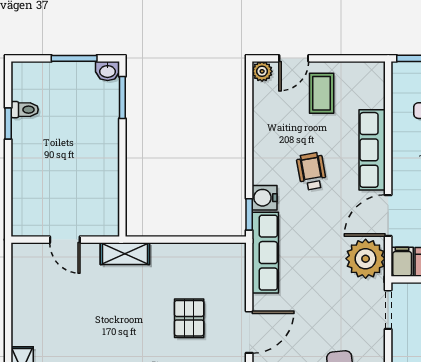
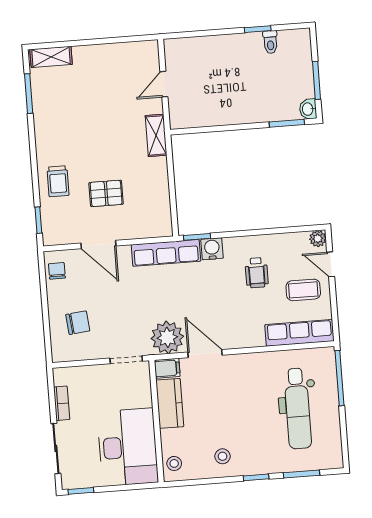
row of seats: (372, 150) -> (299, 333), moved
wheelchair: (312, 171) -> (257, 273), moved, turned 100

